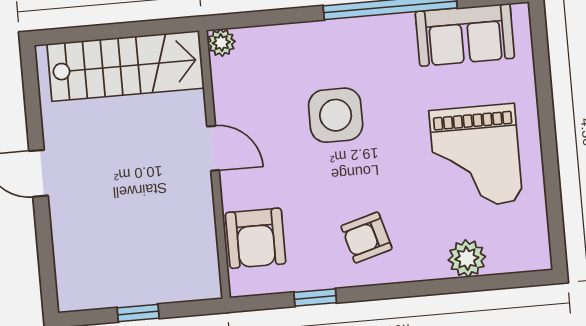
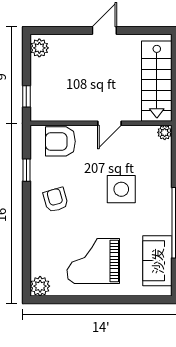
plant: (467, 258) -> (40, 286), moved
plant: (82, 293) -> (39, 48), added
window: (138, 313) -> (26, 96), moved

